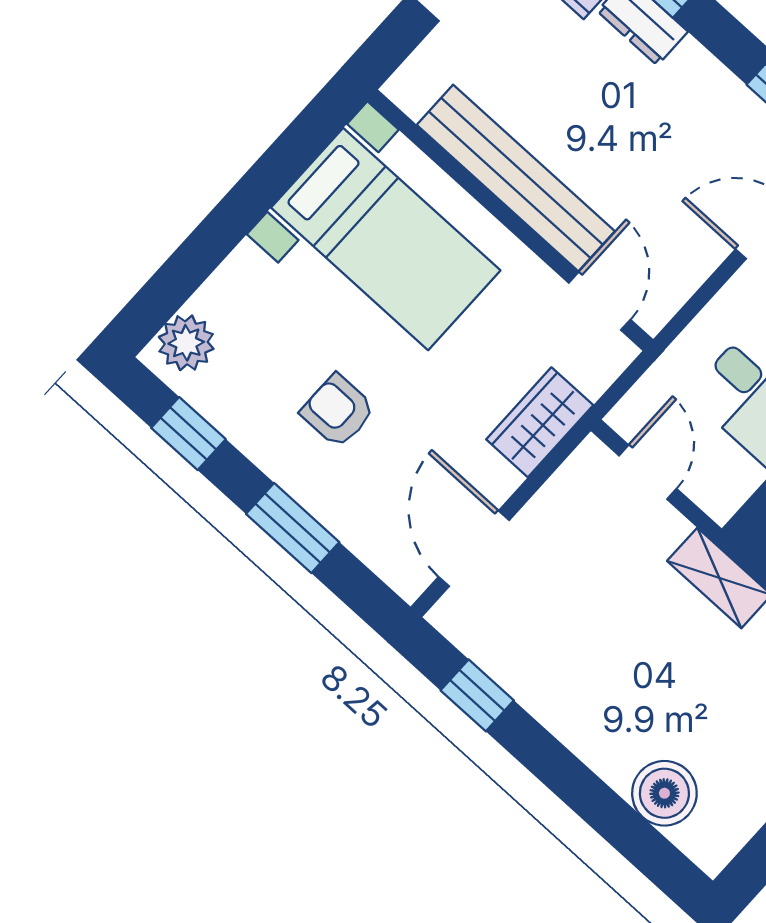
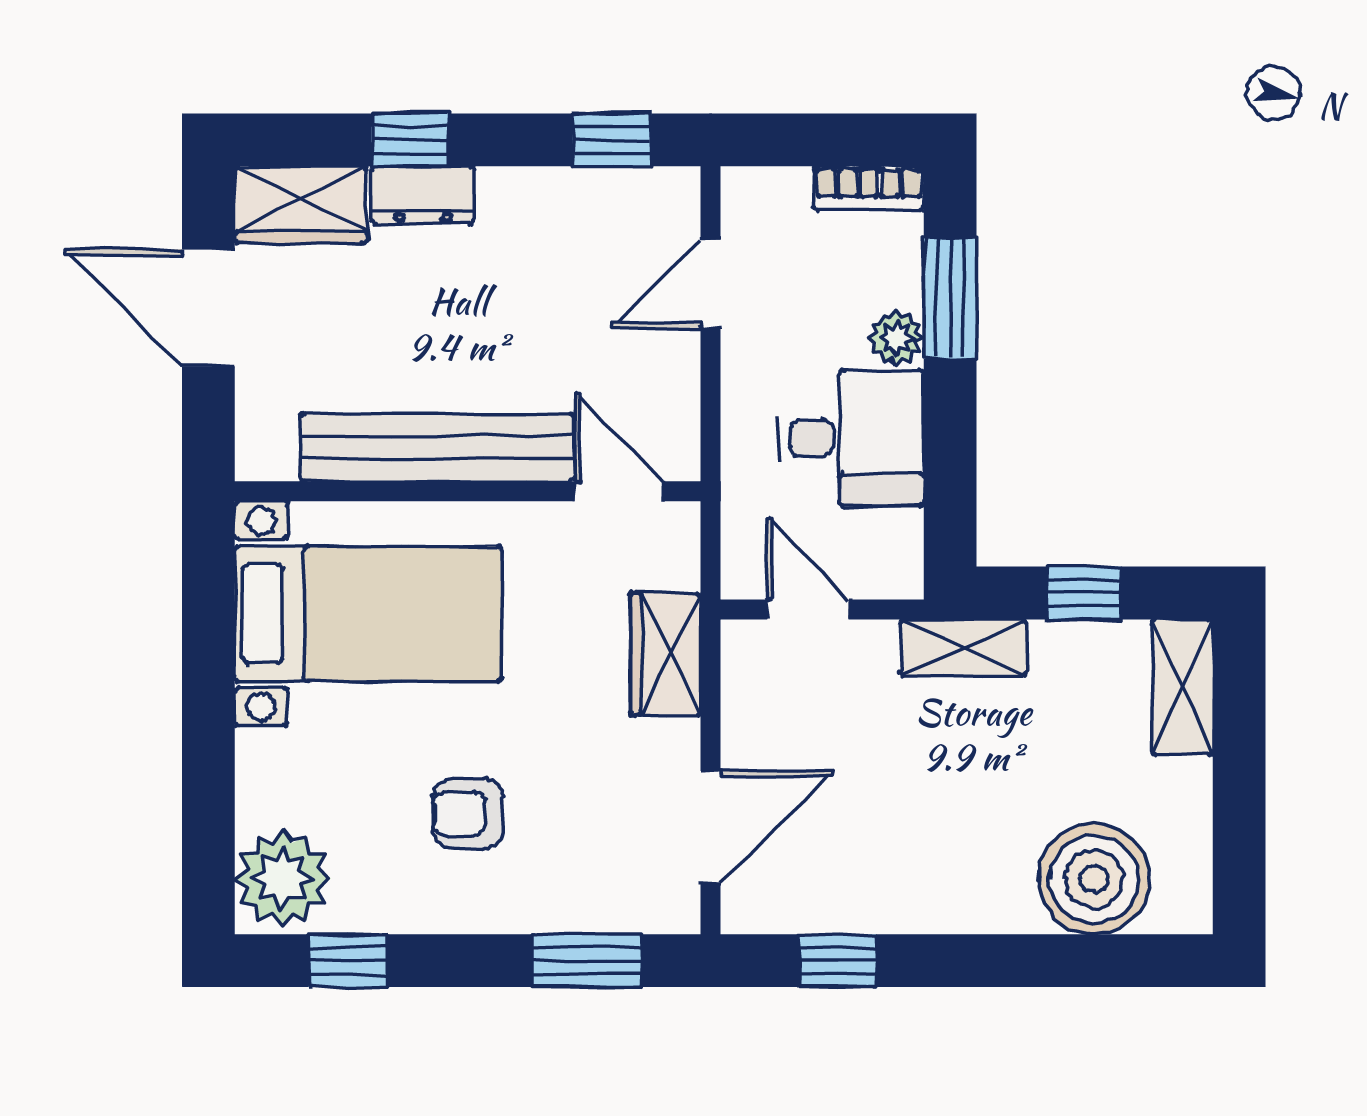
plant: (186, 343) -> (283, 878), width x1.36, depth x1.36
window: (293, 528) -> (587, 961), moved
door: (474, 548) -> (711, 827), swing flipped
boiler: (664, 793) -> (1094, 879), width x1.37, depth x1.37

